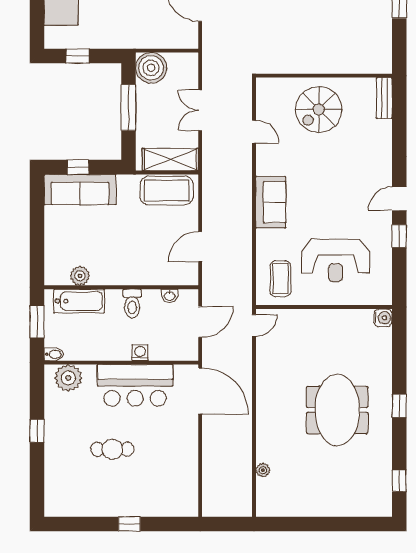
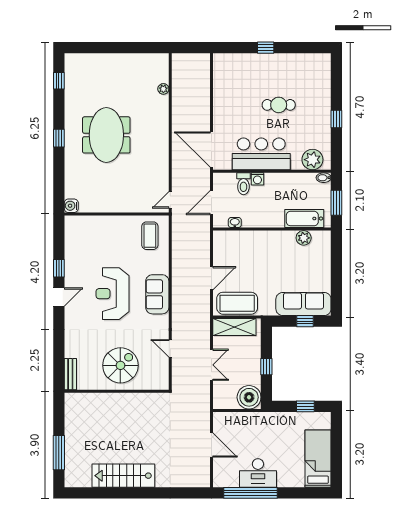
window: (128, 108) -> (266, 367), width x0.46
door: (200, 247) -> (211, 278), moved
reception desk: (336, 260) -> (113, 294), moved, turned -90
toilet: (132, 303) -> (243, 184), moved, turned 180

